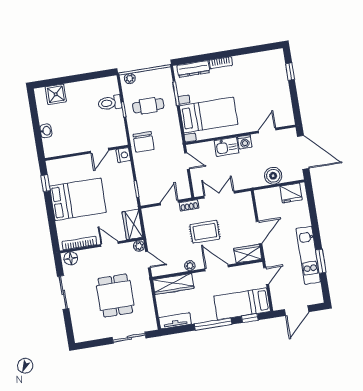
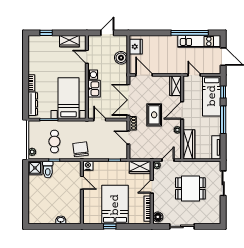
shower: (56, 94) -> (35, 168), moved
wardrobe: (284, 104) -> (69, 41), added
chair: (144, 142) -> (80, 149), turned -97
door: (303, 152) -> (107, 33), width x0.53
door: (187, 161) -> (100, 120), hinge flipped
window: (46, 183) -> (110, 226), moved
double door: (219, 195) -> (128, 100), width x1.37
door: (259, 232) -> (144, 75), moved
kitchen unit: (308, 255) -> (199, 41), moved
window: (321, 261) -> (190, 33), width x2.11

